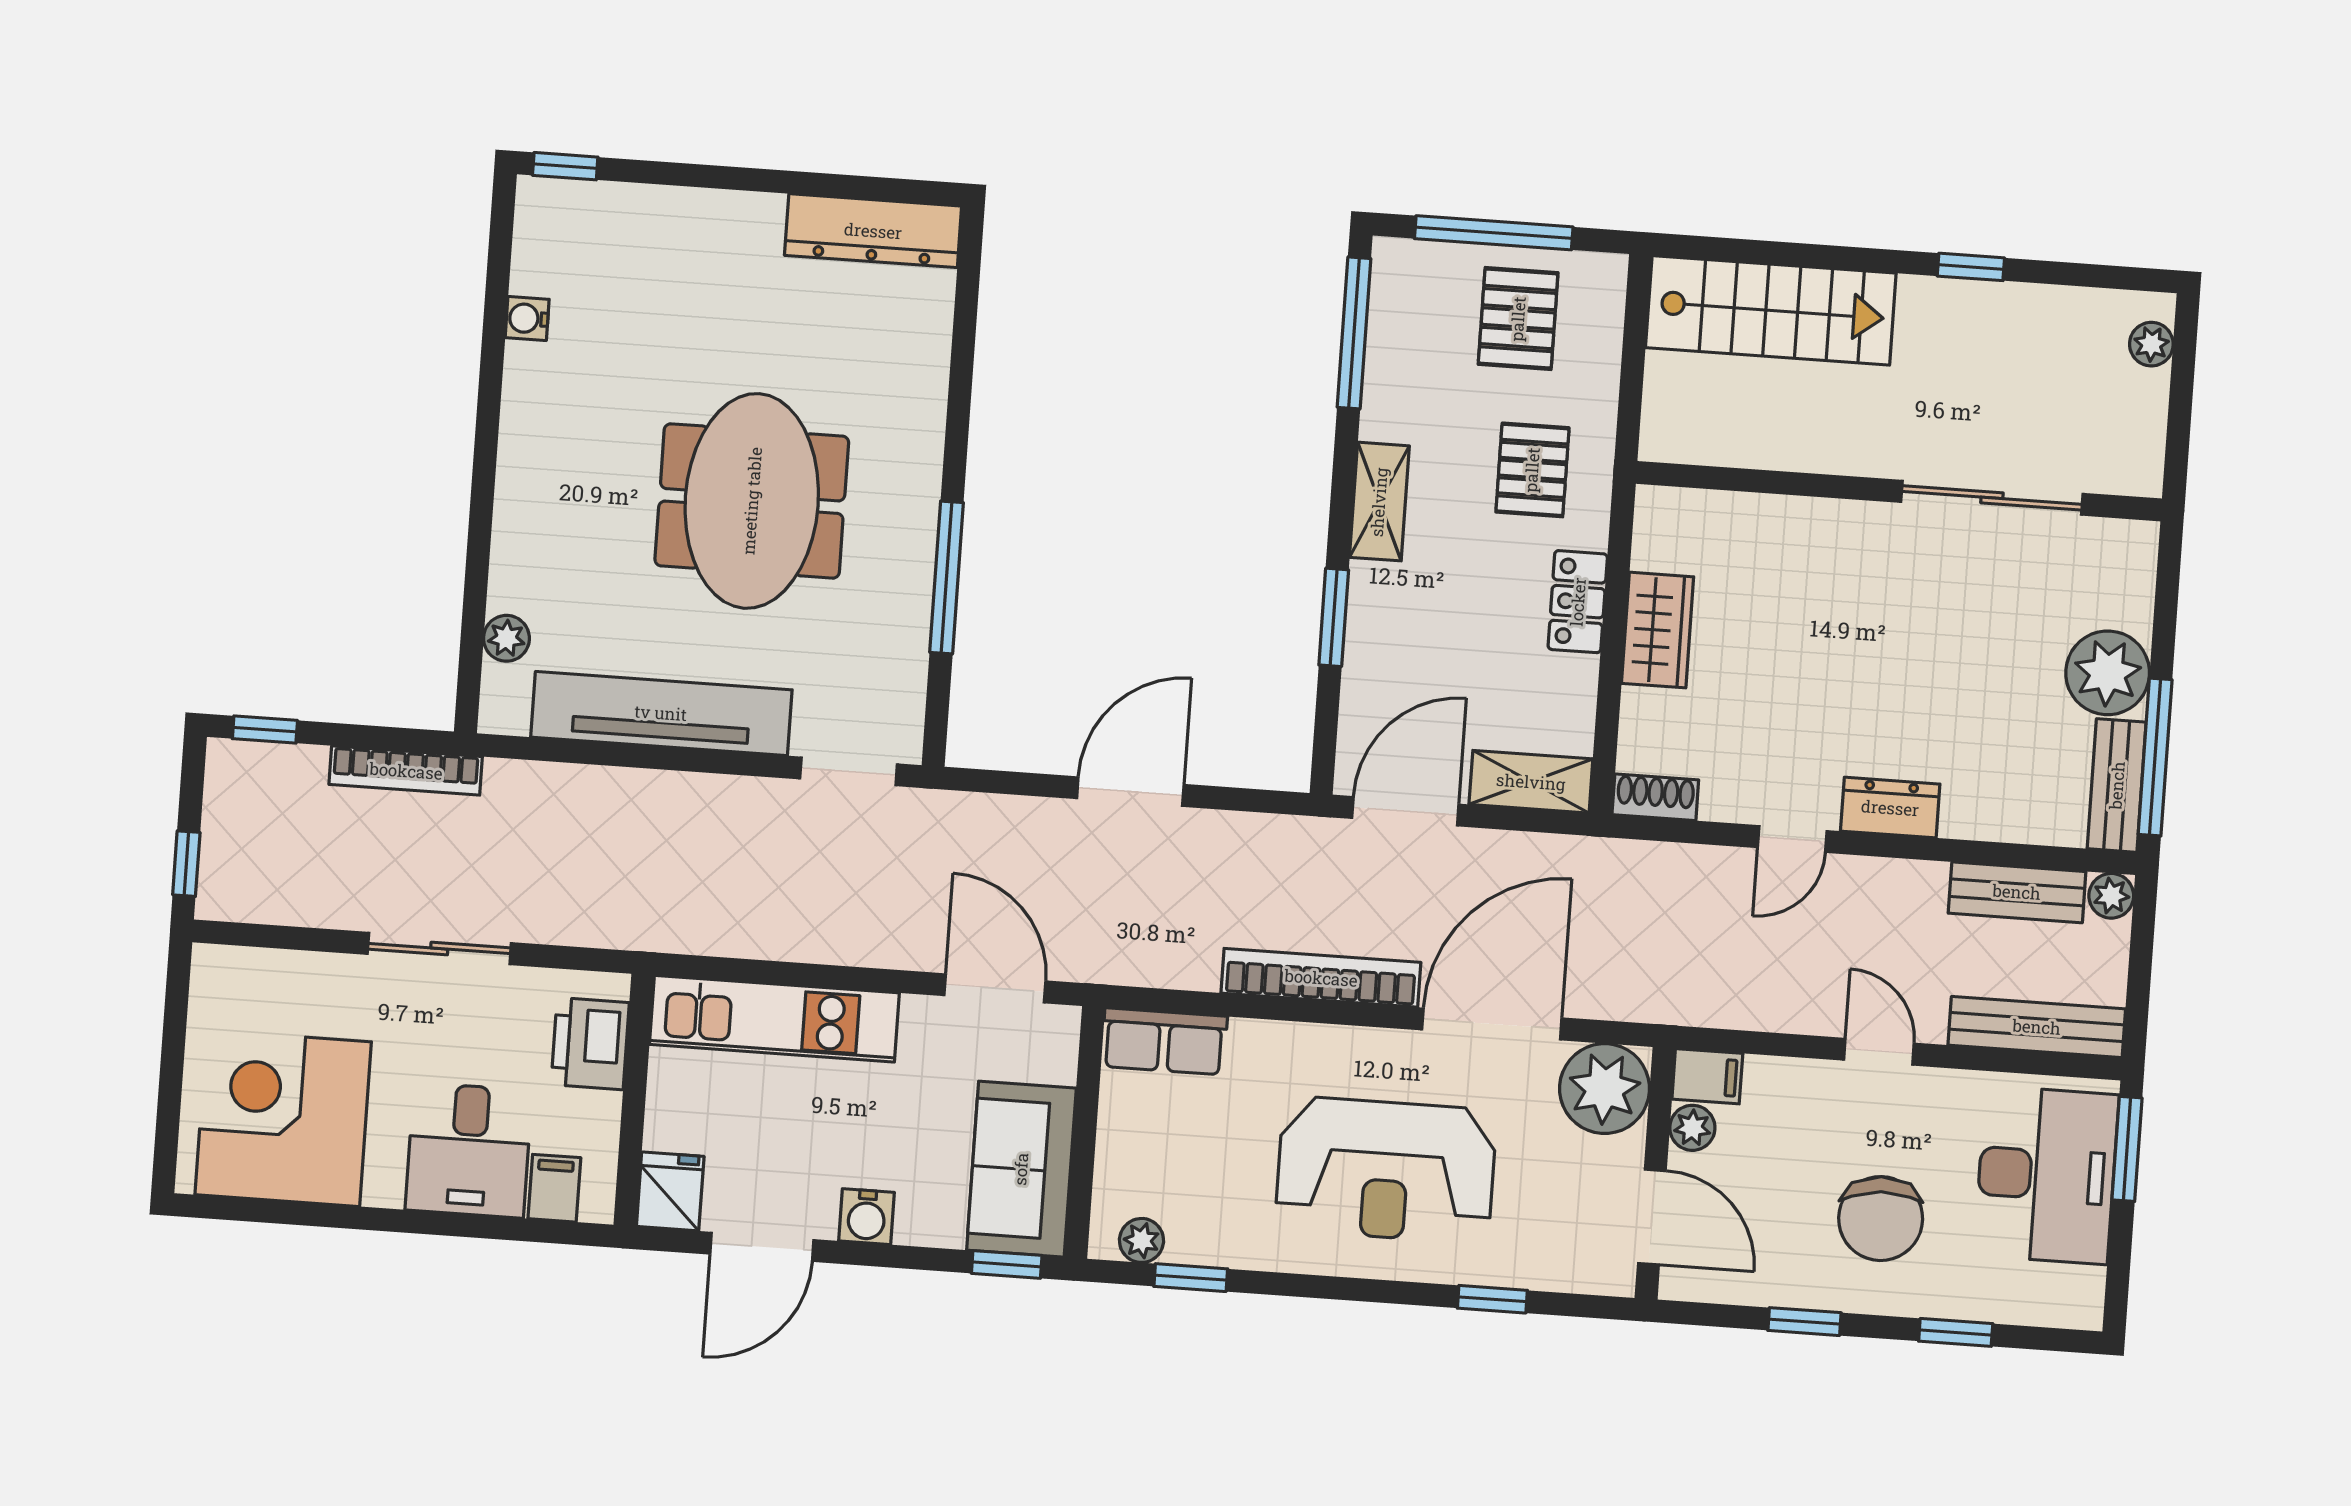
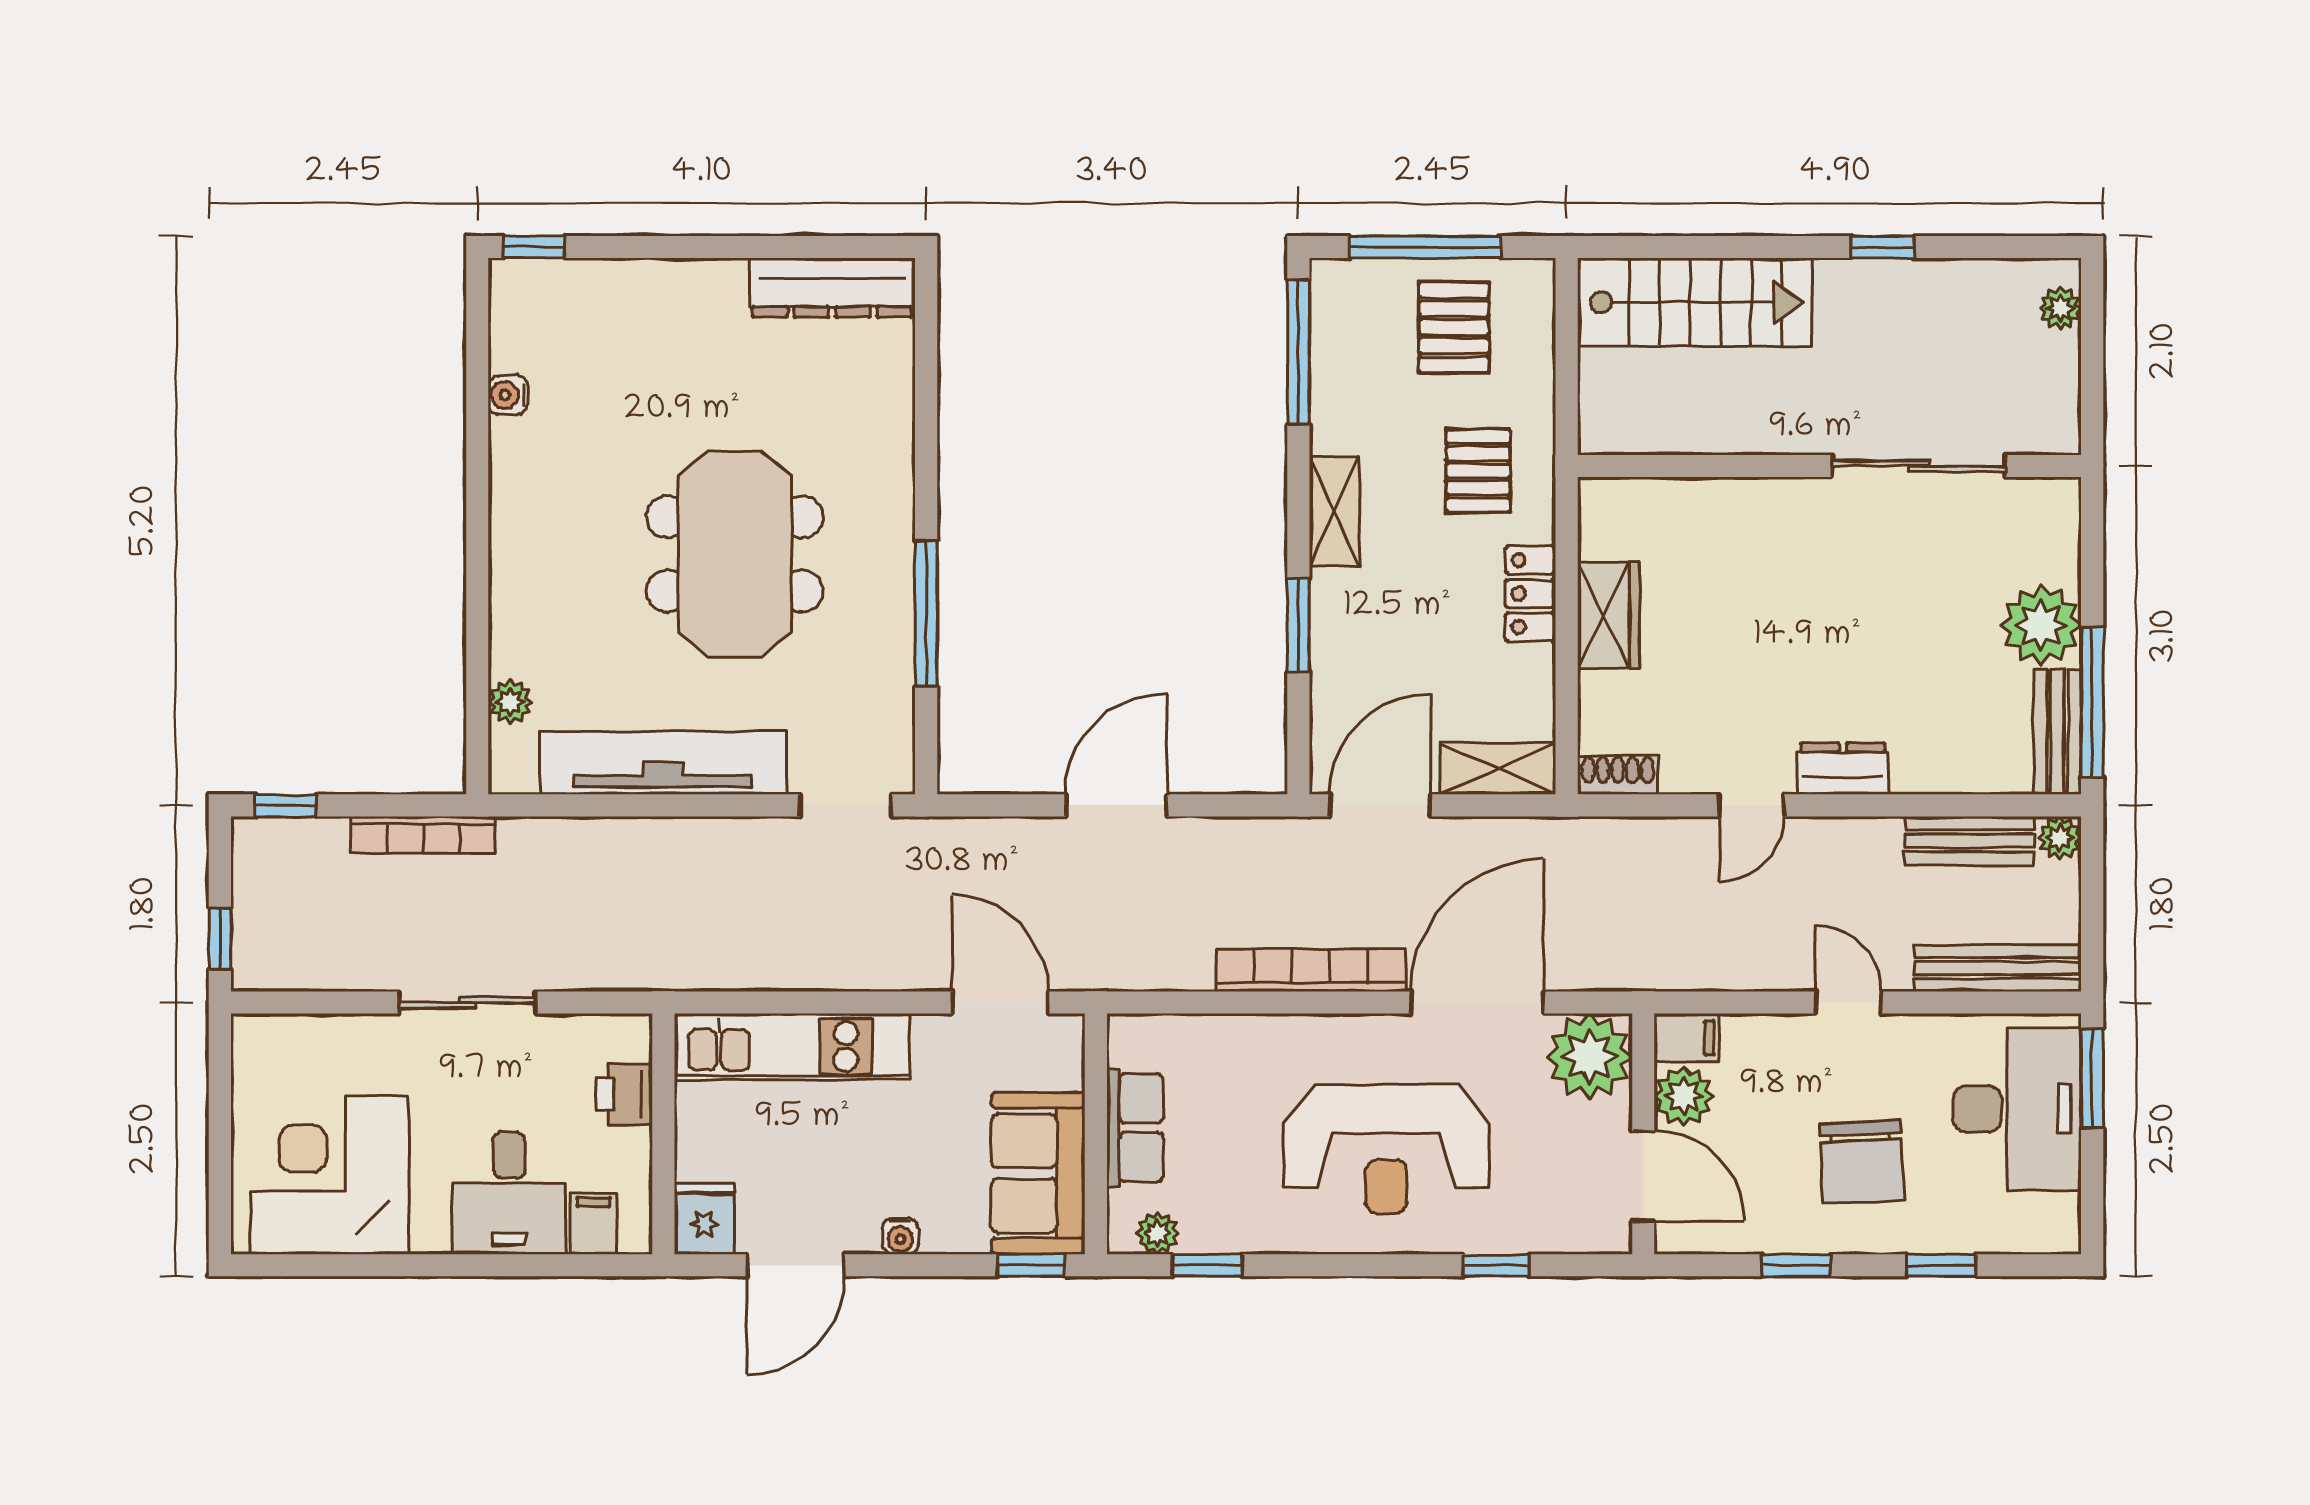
row of seats: (1164, 1041) -> (1135, 1128), moved, turned -90
printer: (590, 1044) -> (624, 1094), width x0.73, depth x0.81
plant: (1692, 1128) -> (1684, 1096), width x1.38, depth x1.38
water cooler: (867, 1217) -> (900, 1236), width x0.72, depth x0.72

